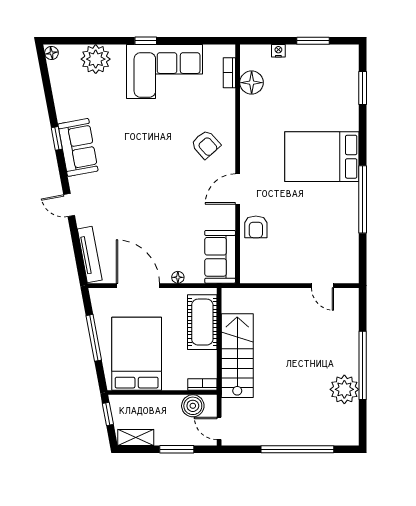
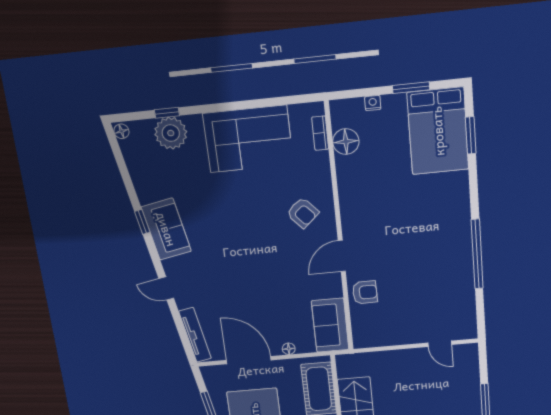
window: (146, 41) -> (167, 113), moved
bed: (322, 157) -> (438, 131), moved, turned -90
armchair: (256, 227) -> (365, 292), turned -91

